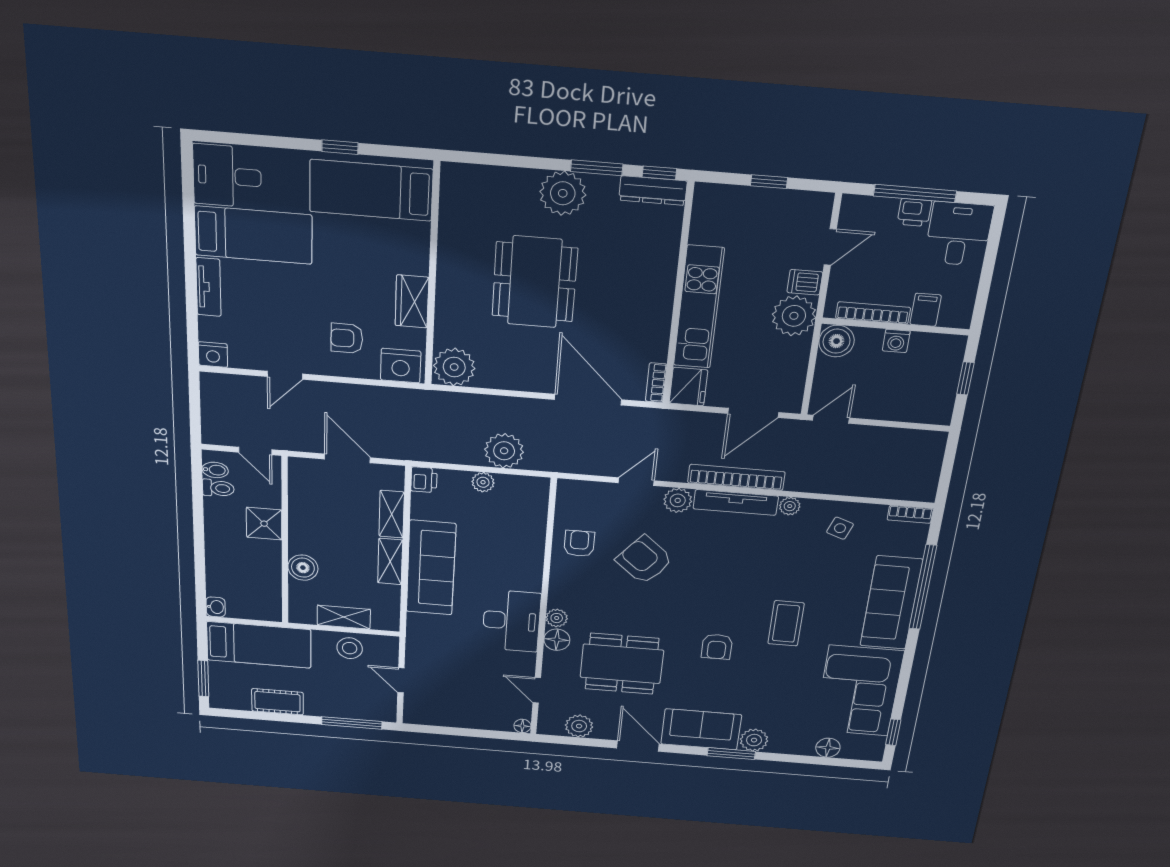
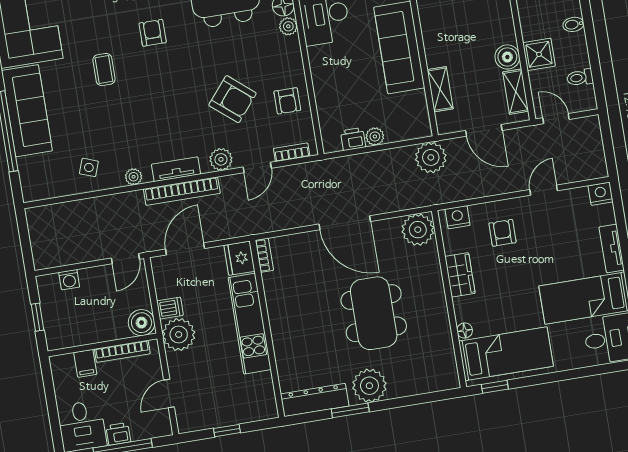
window: (340, 147) -> (495, 387), moved
window: (659, 173) -> (305, 418), removed
dresser: (653, 191) -> (315, 400), width x1.37, depth x1.24
floor lamp: (420, 233) -> (465, 331), added
dishwasher: (805, 282) -> (170, 308), moved
armchair: (347, 338) -> (503, 233), turned -90
washing machine: (896, 341) -> (69, 280), moved, turned 180
nightstand: (401, 366) -> (458, 217), width x0.74, depth x0.75
door: (588, 400) -> (345, 223), moved
plant: (504, 451) -> (431, 157), moved
bidet: (215, 470) -> (573, 24), moved
printer: (424, 480) -> (353, 139), moved, turned 90
tv unit: (736, 502) -> (176, 169), width x0.71
bookcase: (910, 514) -> (292, 152), moved
shelving: (390, 562) -> (516, 92), moved
boiler: (303, 568) -> (507, 57), moved
coffee table: (786, 623) -> (104, 70), width x0.73, depth x0.77

